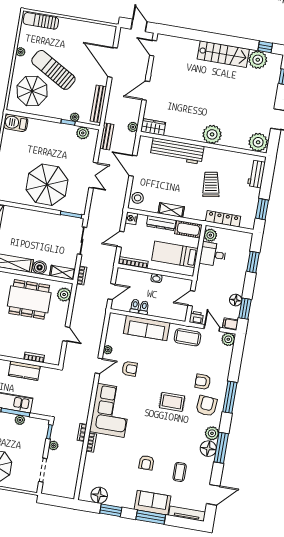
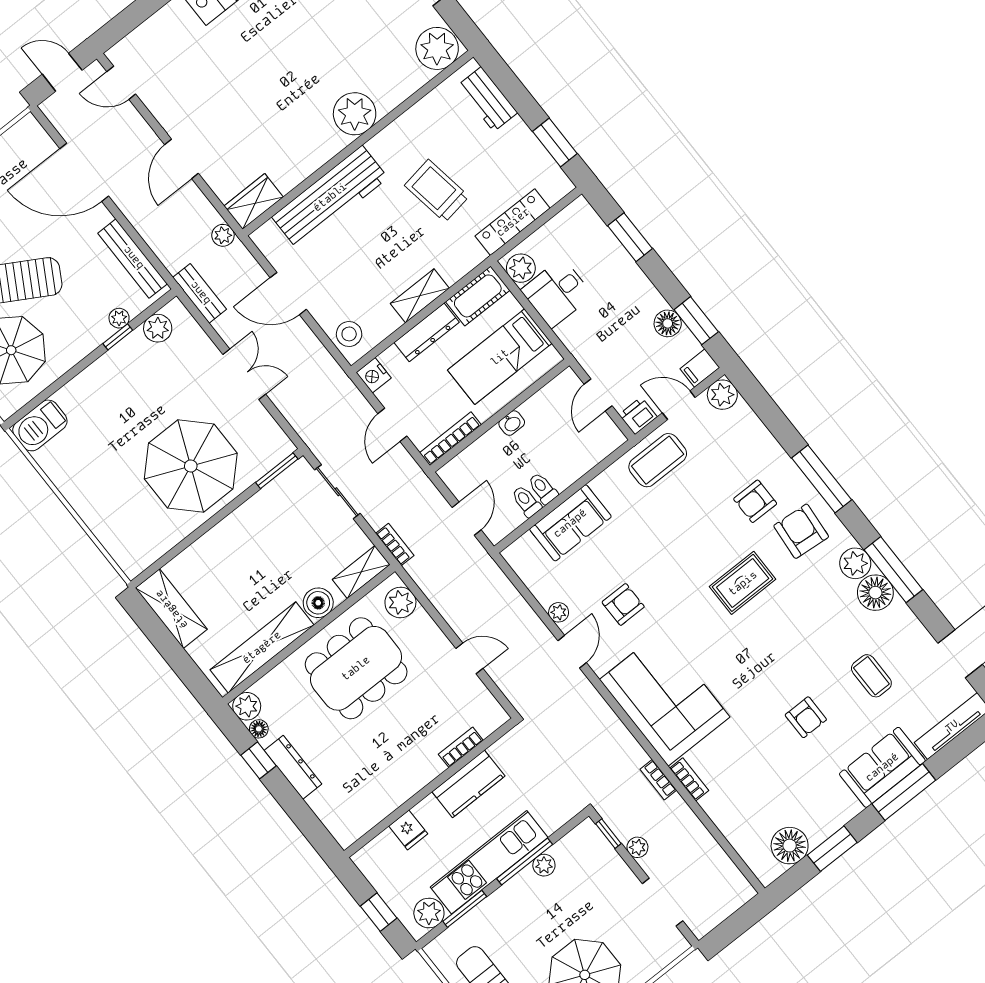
sofa: (147, 328) -> (570, 523), width x0.73

